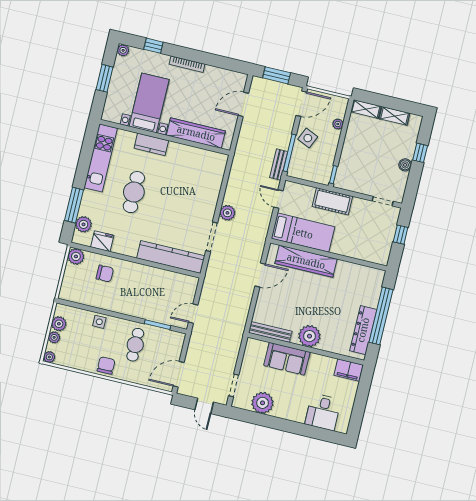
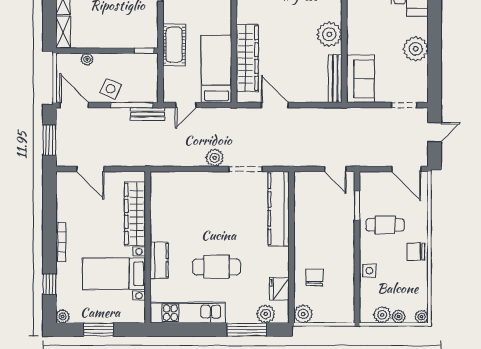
sofa: (287, 359) -> (360, 79), moved
plant: (263, 403) -> (416, 49), moved

